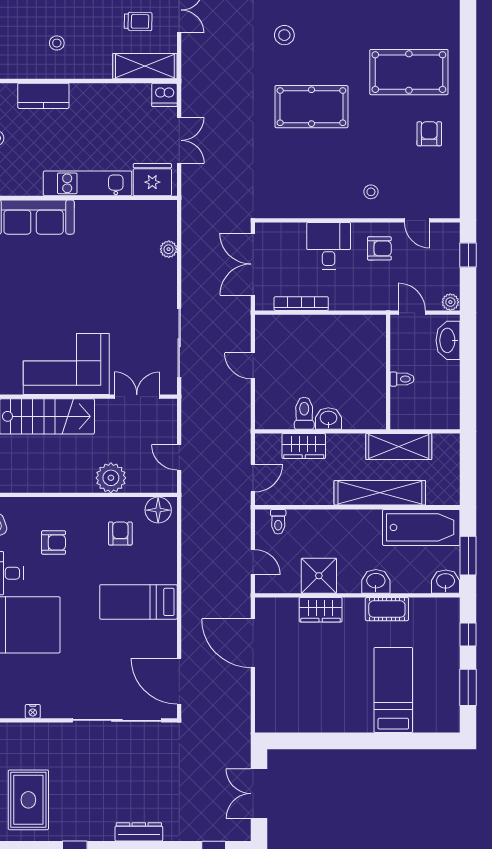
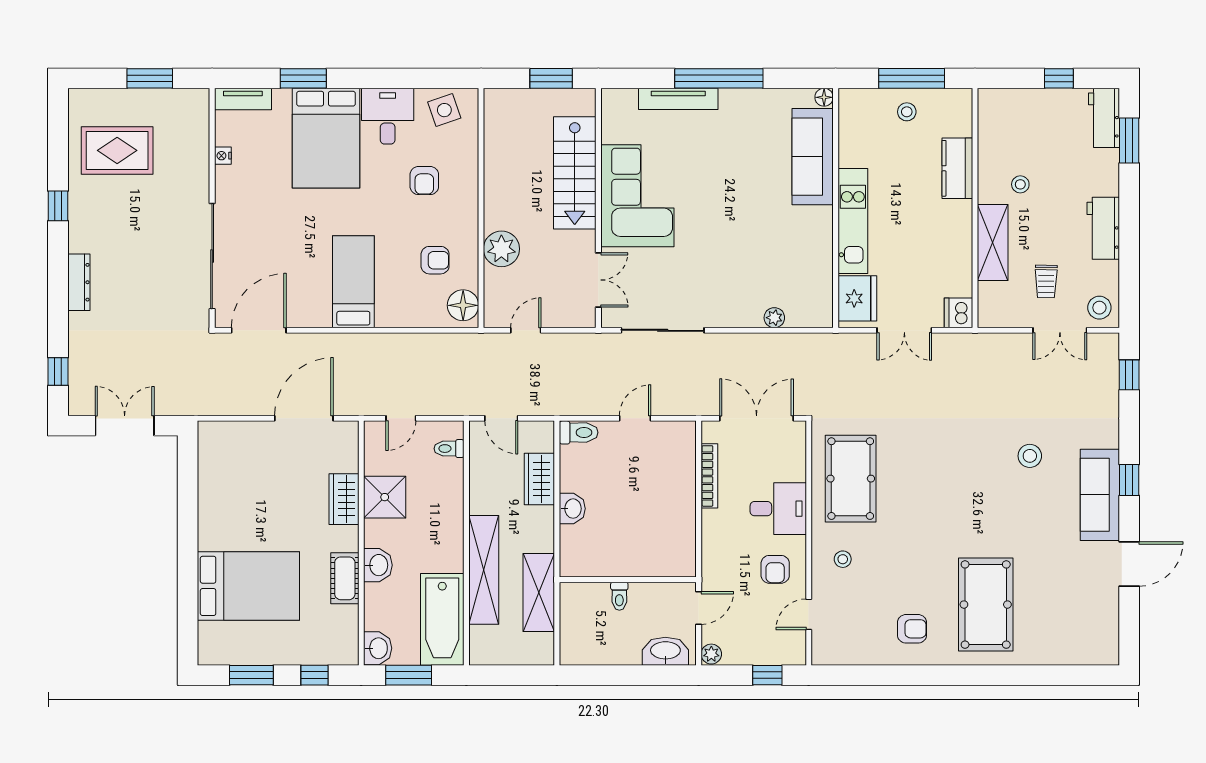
shelving: (145, 66) -> (993, 243), moved
pool table: (311, 107) -> (851, 479), moved
toilet: (304, 413) -> (579, 432), moved
bed: (393, 690) -> (248, 586), width x1.50

